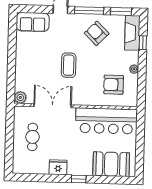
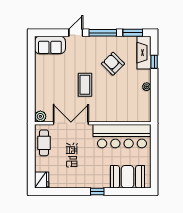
armchair: (97, 33) -> (113, 64), moved
armchair: (114, 85) -> (128, 102), removed
cafe table: (33, 137) -> (44, 143), moved
fridge: (58, 167) -> (42, 180), moved, turned 90

